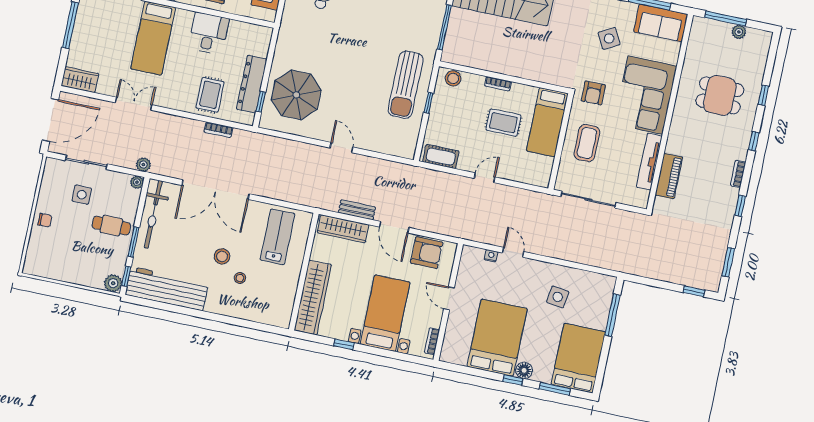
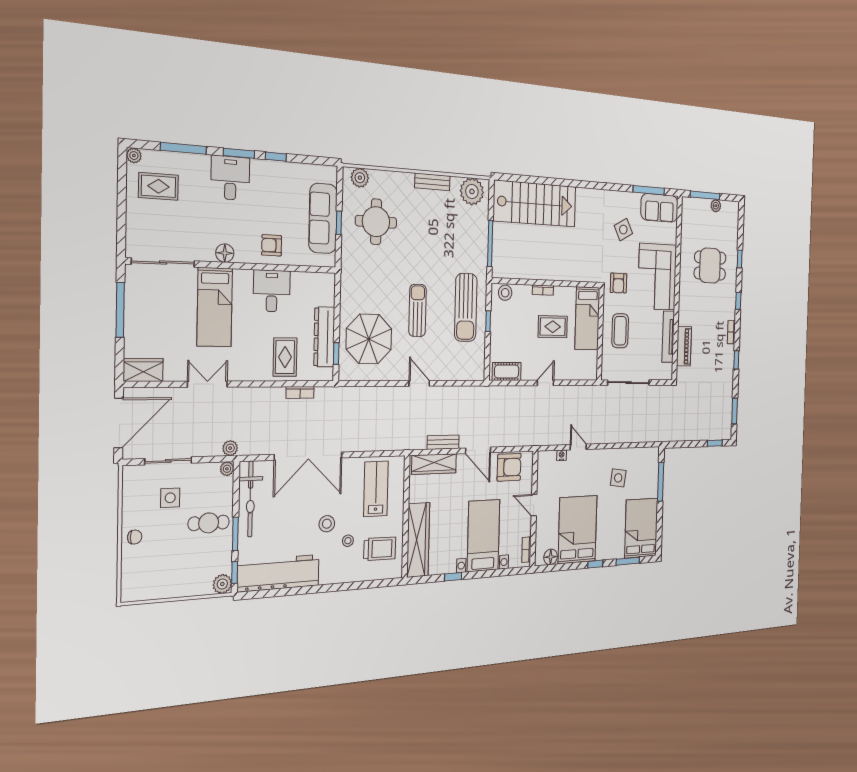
sun lounger: (352, 78) -> (418, 310), added
trolley: (271, 295) -> (380, 549), added
floor lamp: (524, 370) -> (551, 557), moved

